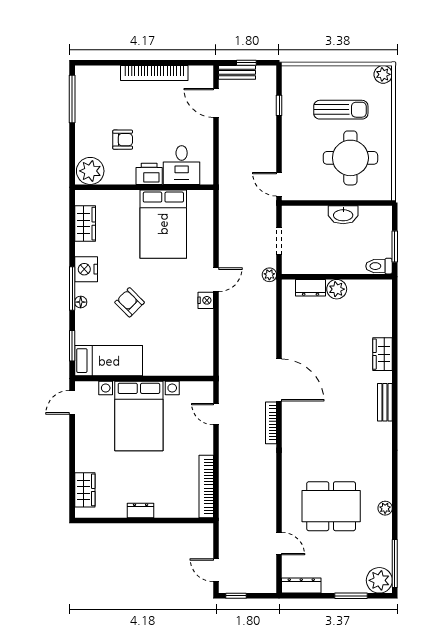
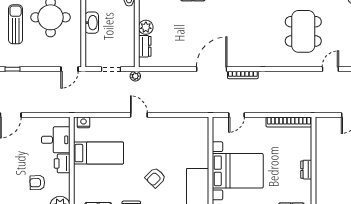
armchair: (123, 140) -> (37, 183), turned -92
bed: (163, 224) -> (99, 153), width x0.67
nightstand: (206, 300) -> (83, 122), moved

